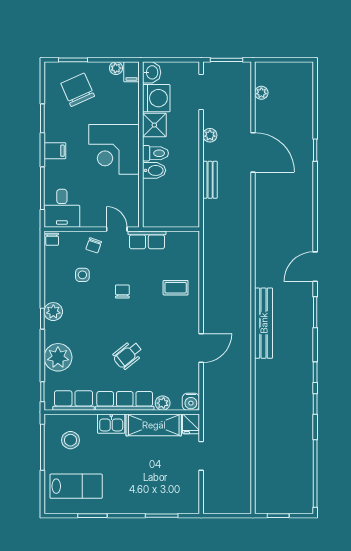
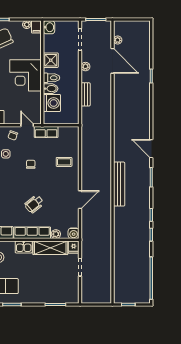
washing machine: (156, 98) -> (52, 103), moved
door: (253, 152) -> (112, 61), moved
door: (315, 267) -> (151, 149), hinge flipped

